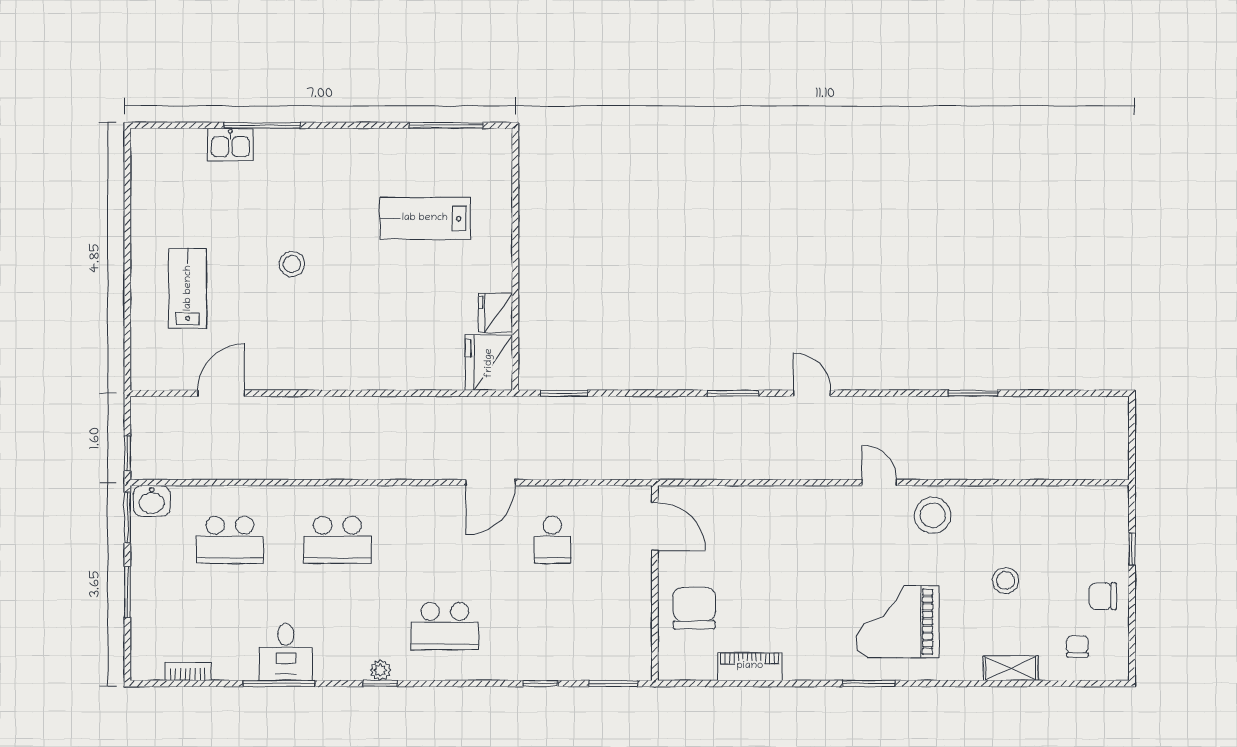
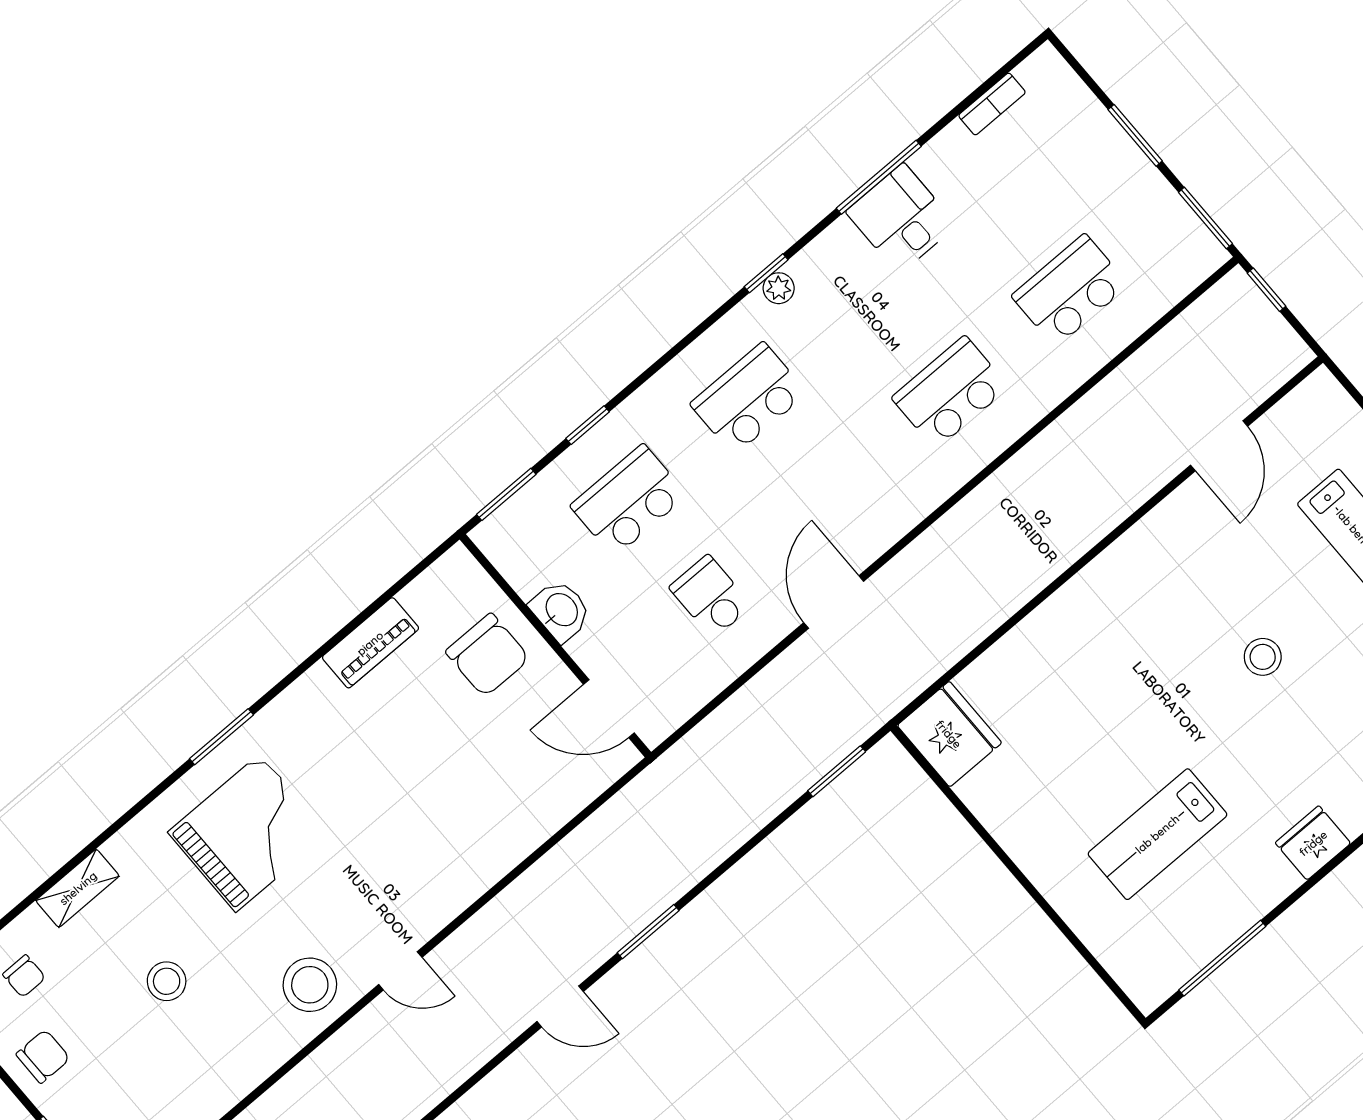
lab bench: (425, 218) -> (1157, 834), turned 180
fridge: (495, 313) -> (1313, 843), moved, turned -90
washbasin: (152, 501) -> (561, 611), moved, turned 90
school desk: (552, 626) -> (629, 500), added

